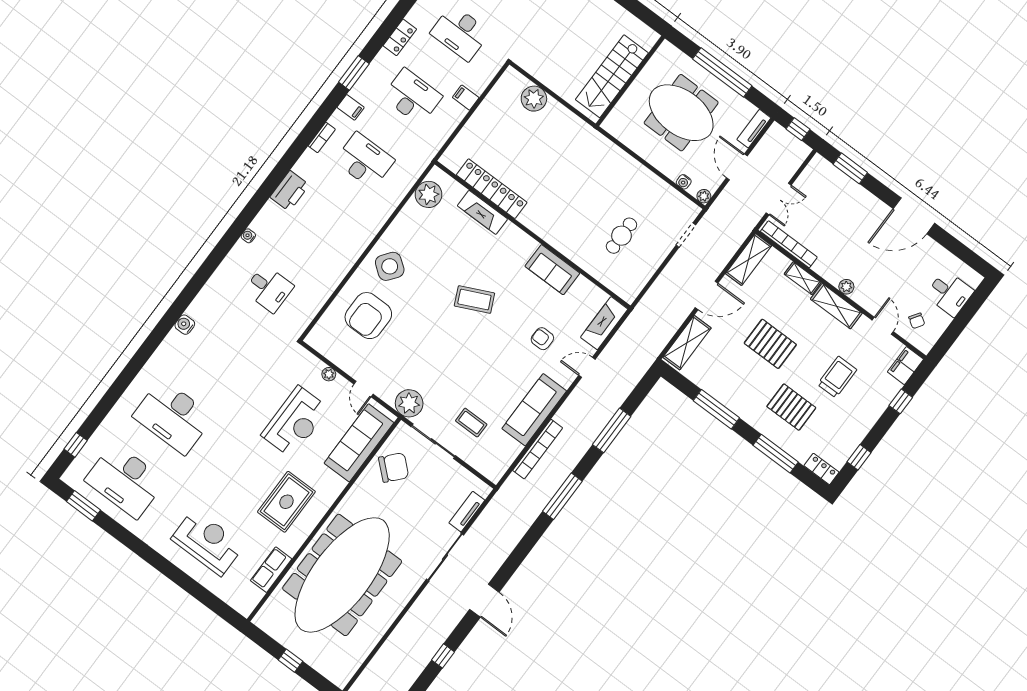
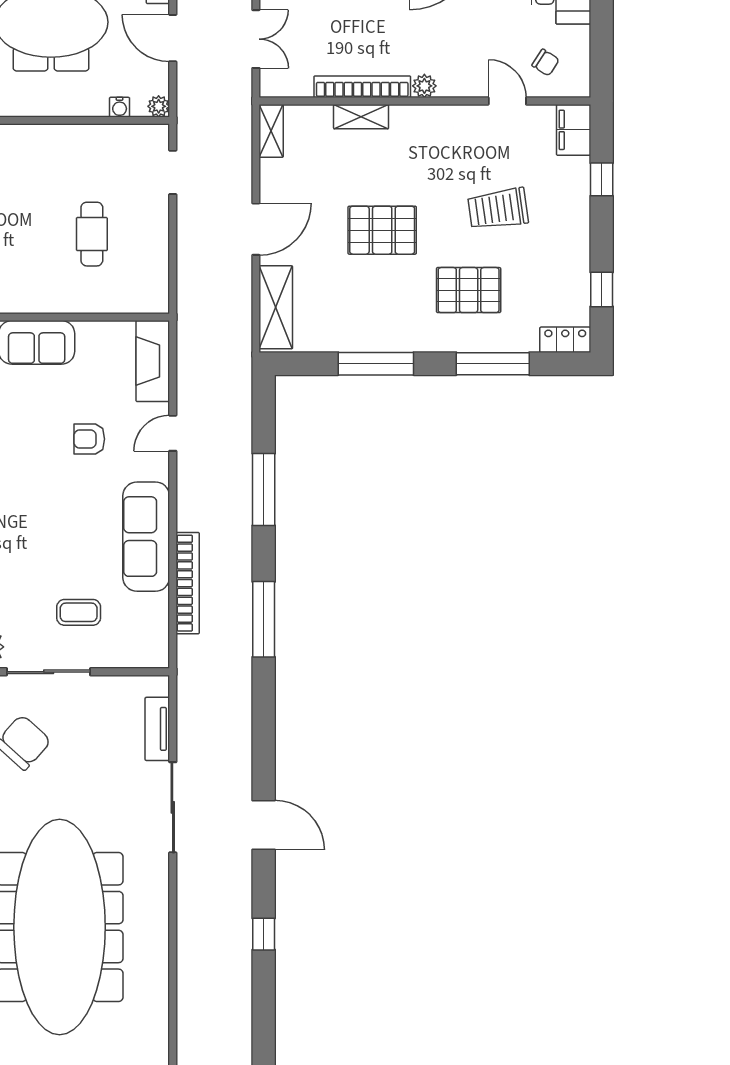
bookcase: (789, 244) -> (362, 87), moved
shelving: (749, 260) -> (271, 131), width x0.67, depth x0.75
shelving: (836, 306) -> (430, 120), removed
trolley: (837, 377) -> (498, 209), turned -98

